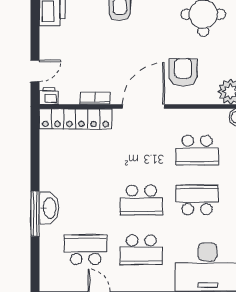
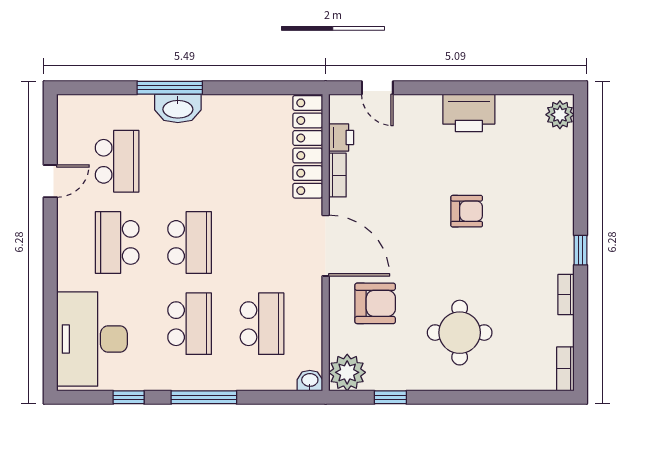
printer: (49, 96) -> (341, 137), moved
school desk: (197, 150) -> (262, 324), turned 180
school desk: (141, 200) -> (190, 242), turned 180

